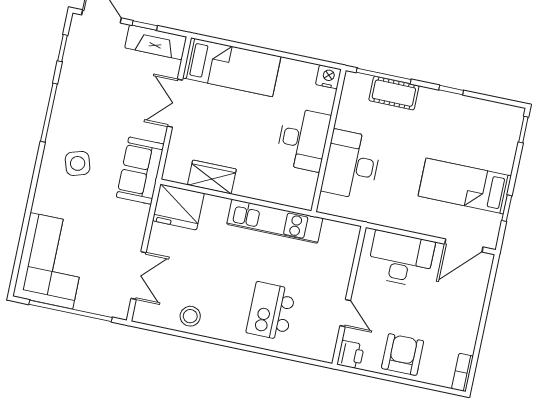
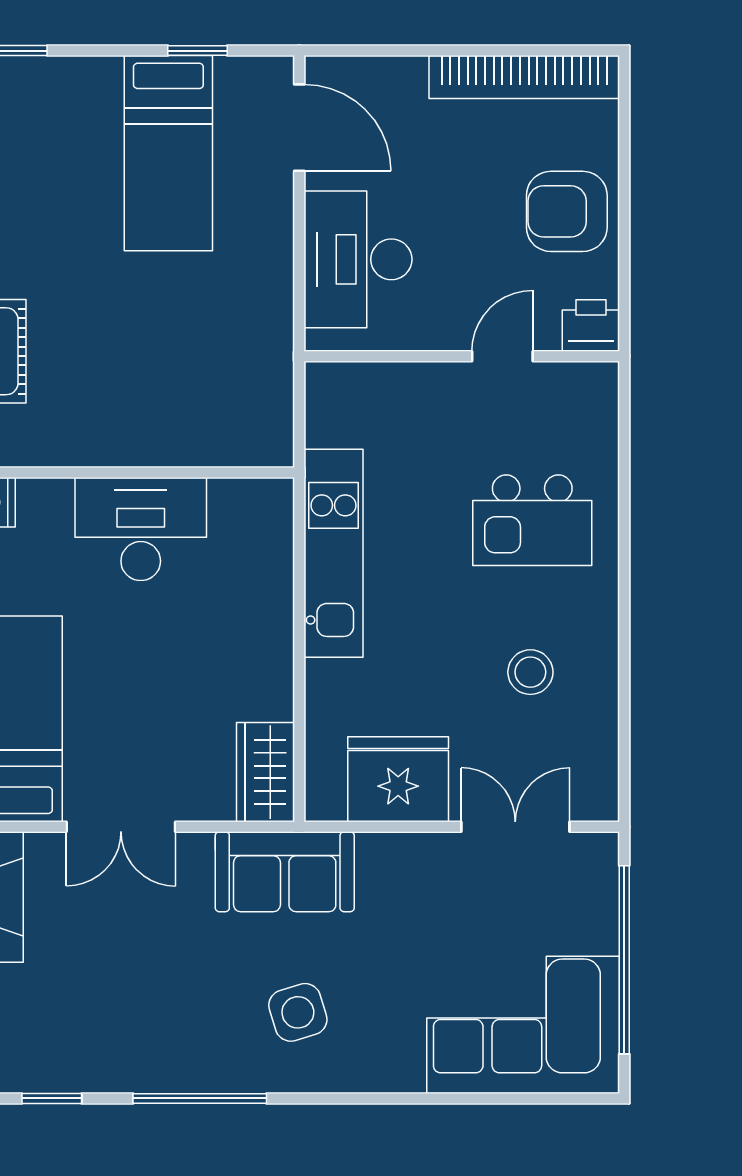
desk: (351, 165) -> (174, 411), removed
wardrobe: (212, 177) -> (266, 772), moved
fridge: (178, 207) -> (398, 779), moved, turned -90
stool: (190, 316) -> (530, 672), moved
bookcase: (462, 372) -> (524, 77), width x2.31, depth x1.31

